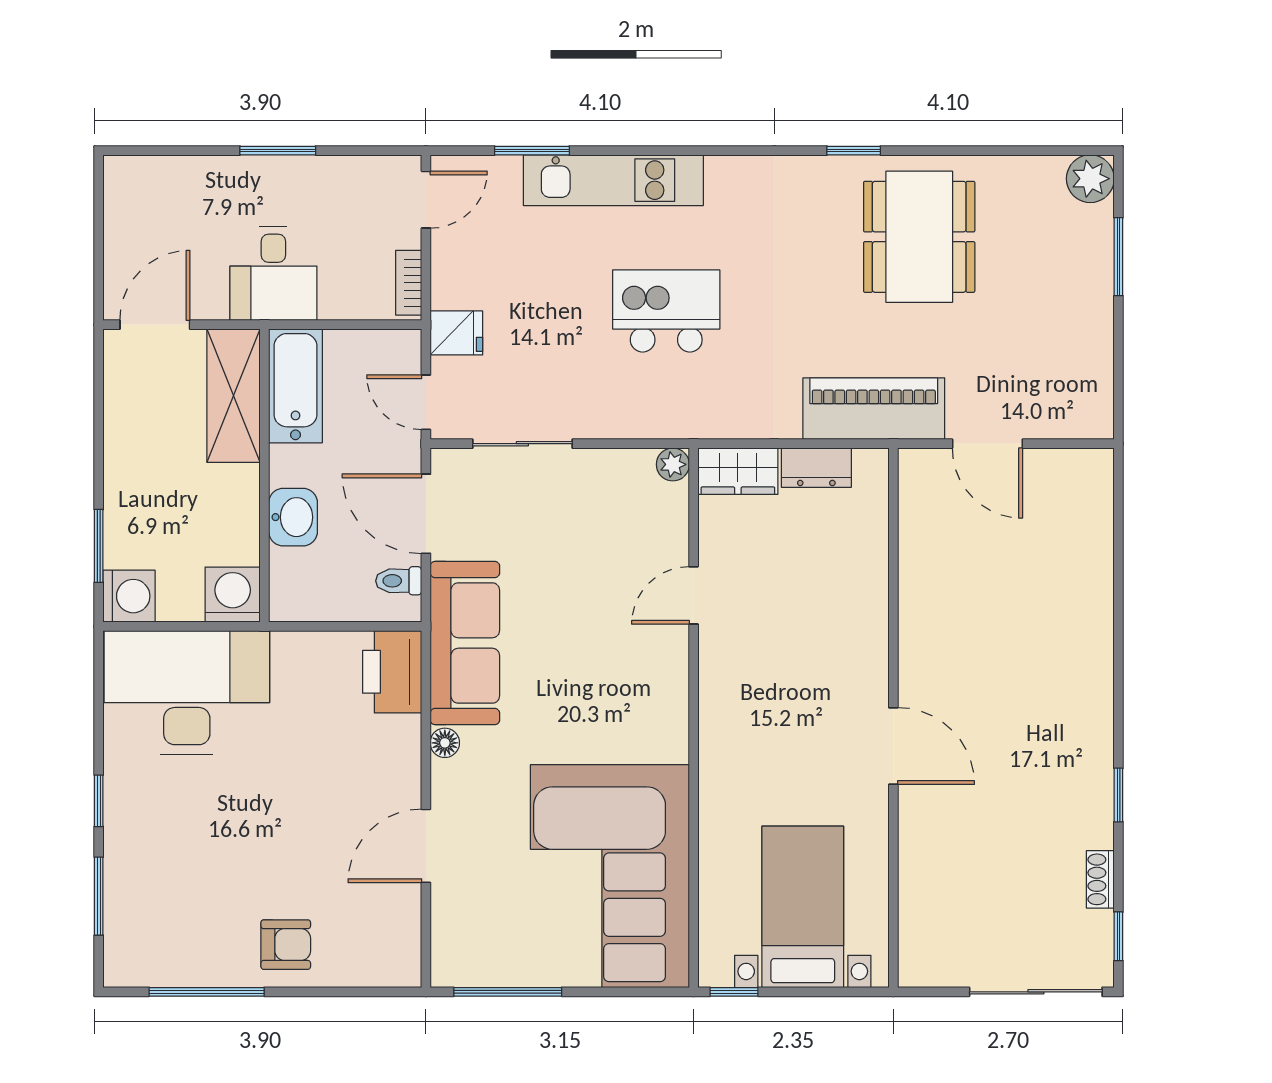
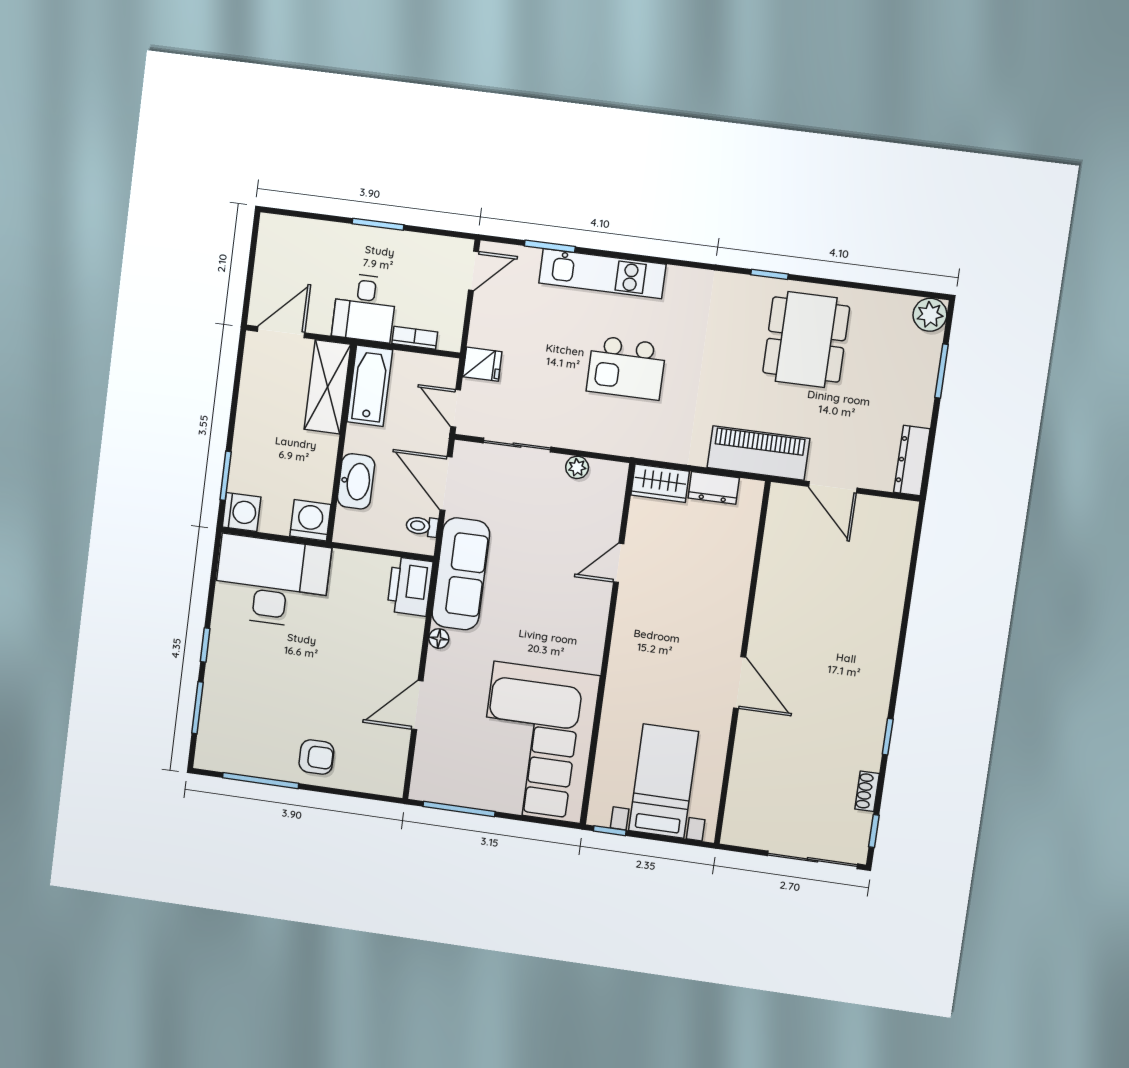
bookcase: (409, 283) -> (415, 338), moved, turned 90
kitchen island: (666, 311) -> (626, 368), turned 180
dresser: (1095, 390) -> (912, 461), added
plant: (673, 464) -> (577, 467), moved
washbasin: (293, 517) -> (356, 481), width x1.38

